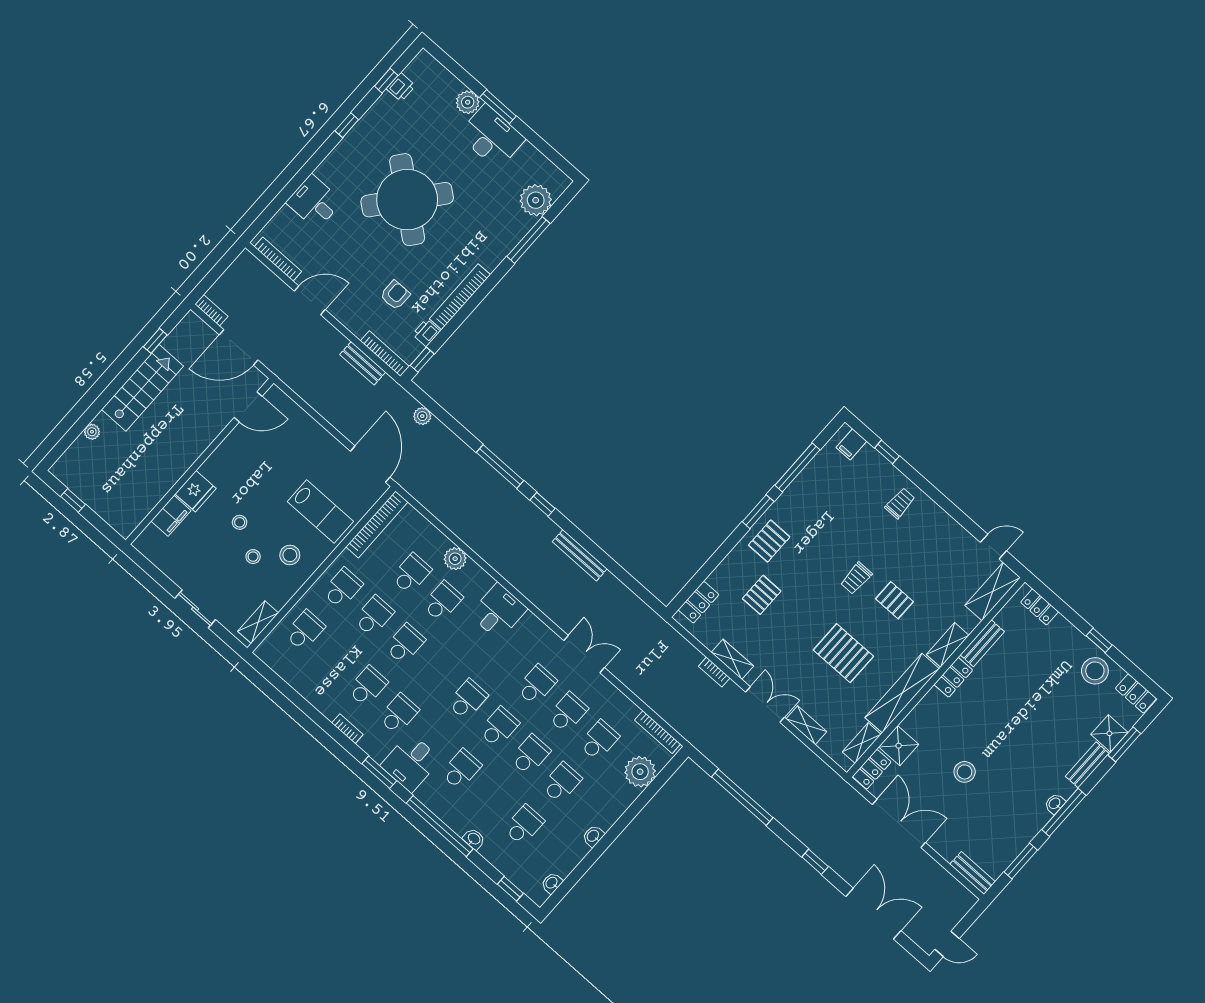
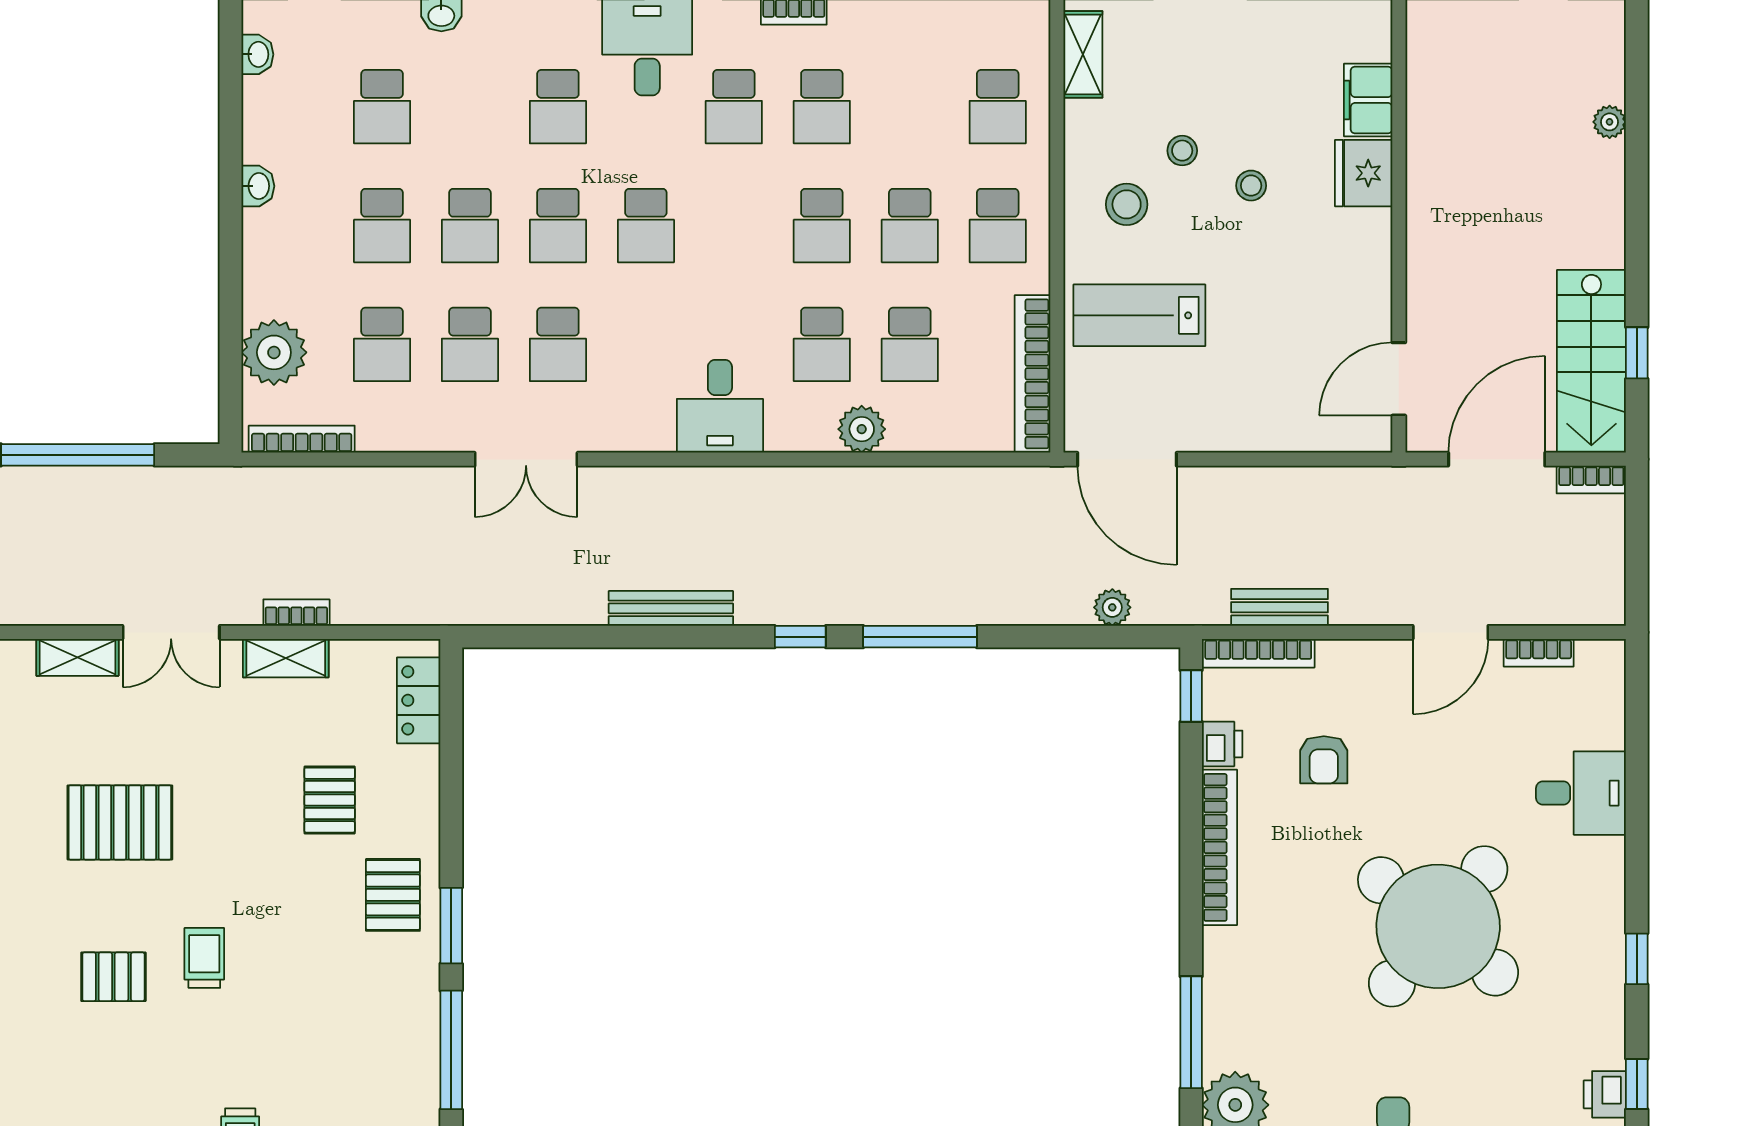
bookcase: (278, 259) -> (1539, 653), width x0.64
stairs: (142, 388) -> (1591, 361), moved

